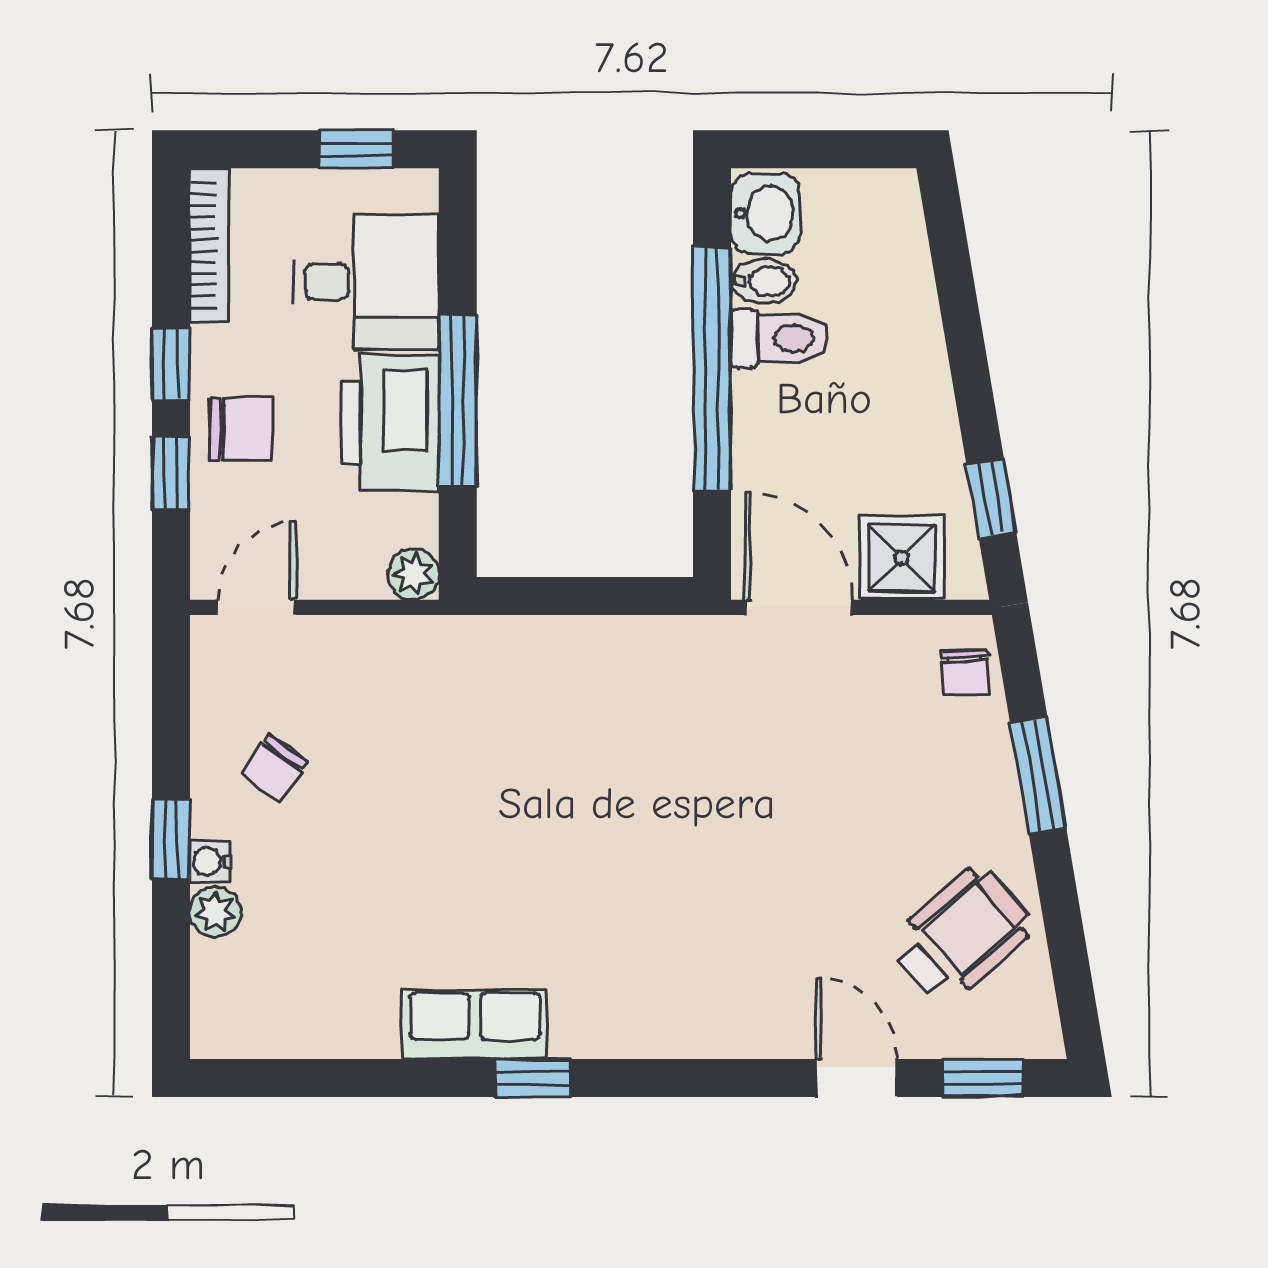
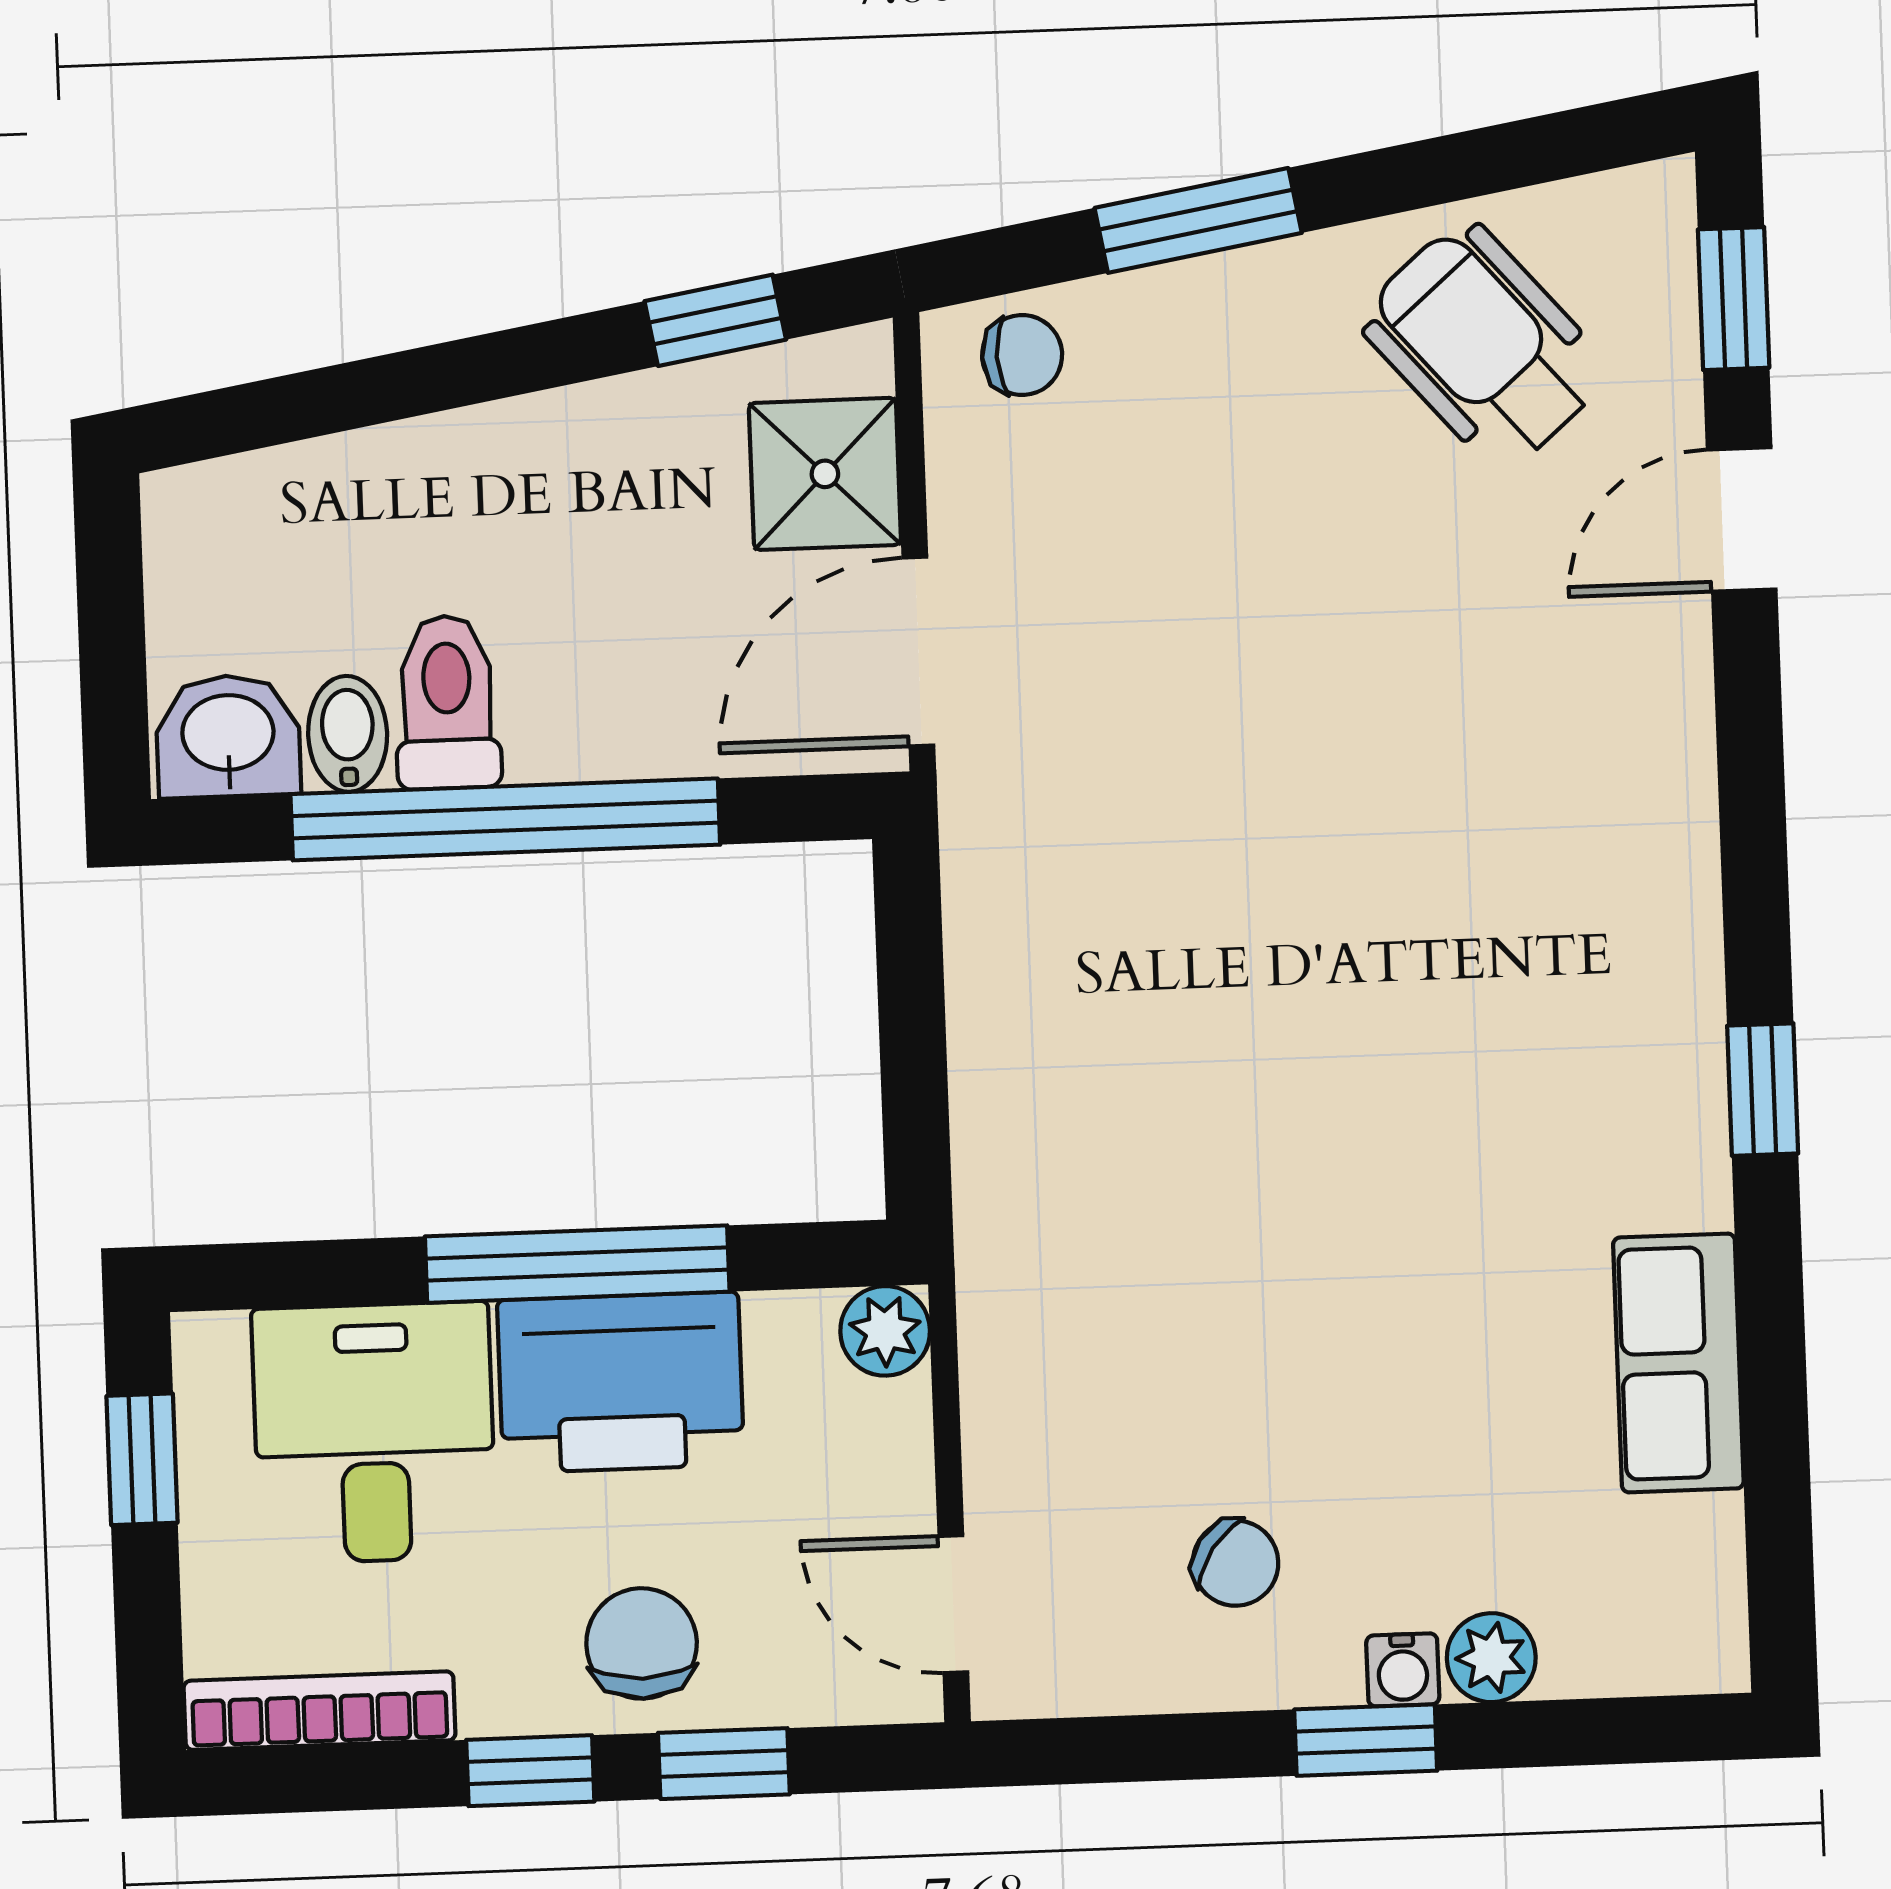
row of seats: (475, 1024) -> (1678, 1363), moved

